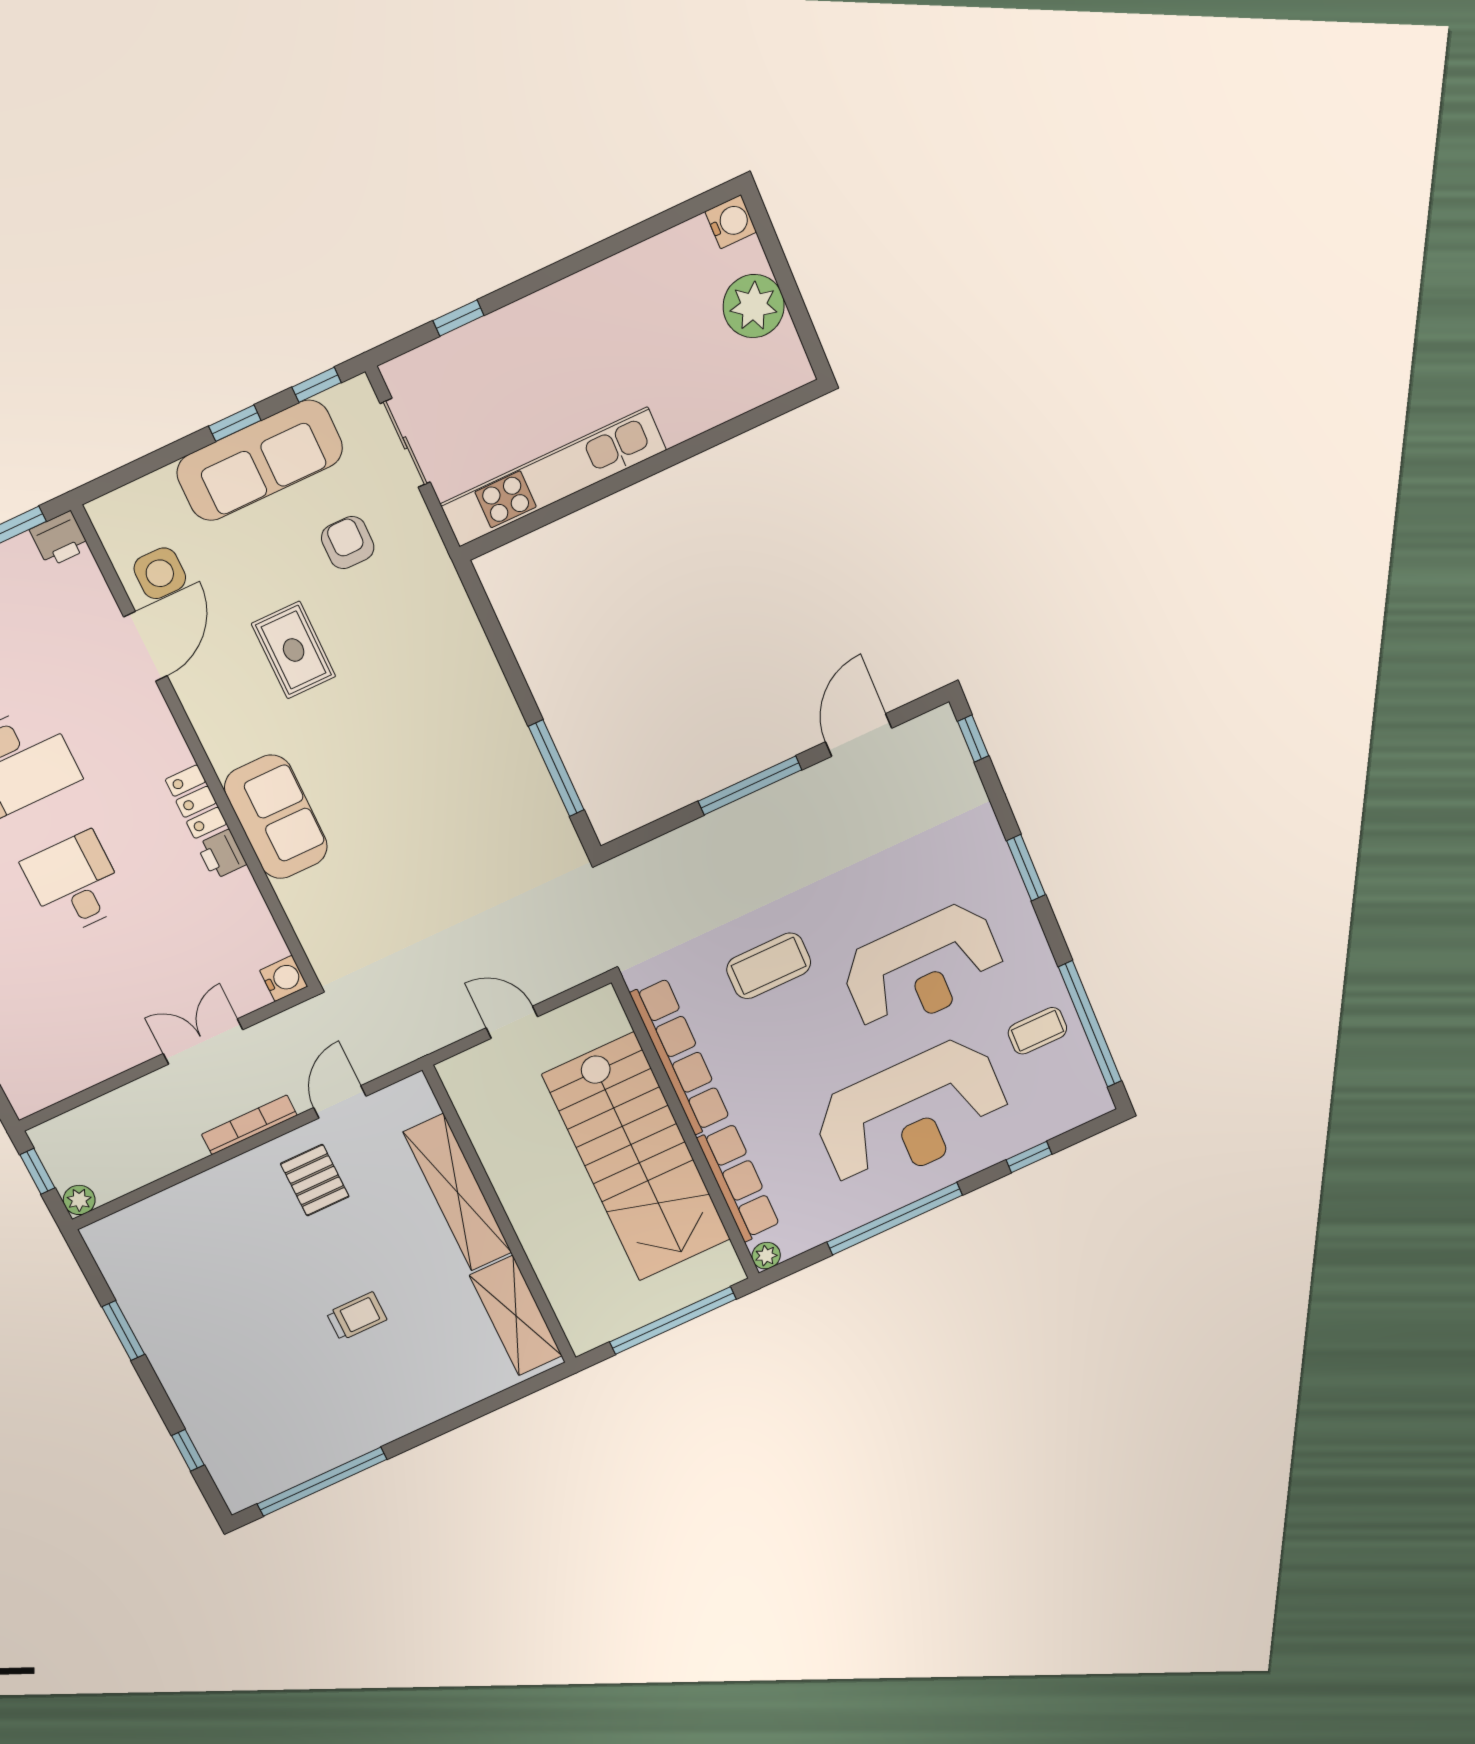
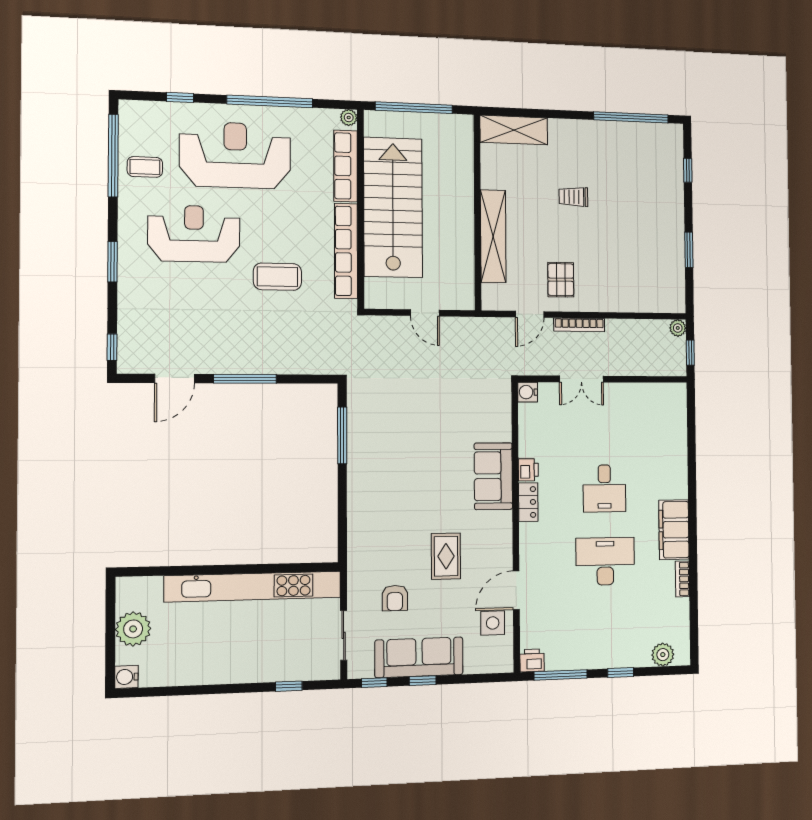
kitchen unit: (553, 477) -> (253, 587), width x1.36
shelving: (516, 1316) -> (514, 130), moved, turned 90

